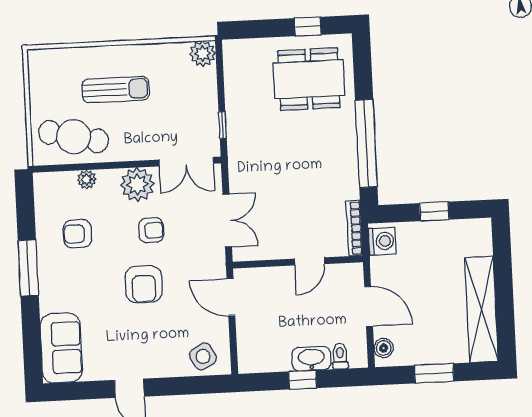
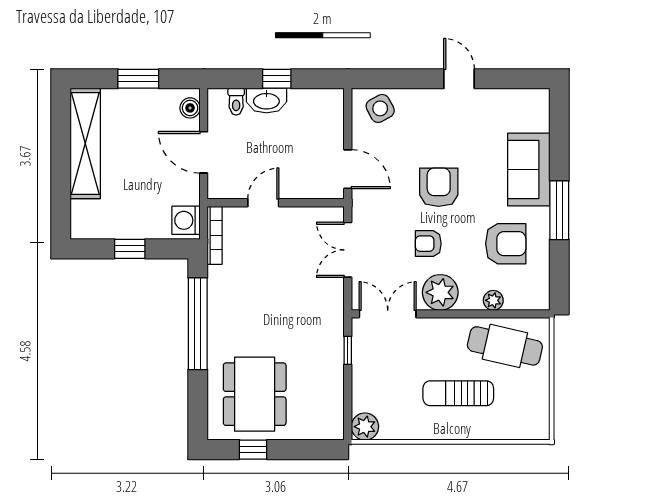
dining table: (309, 79) -> (255, 394), turned 90
armchair: (77, 234) -> (506, 244), width x1.38, depth x1.38
sofa: (61, 348) -> (529, 170), moved

